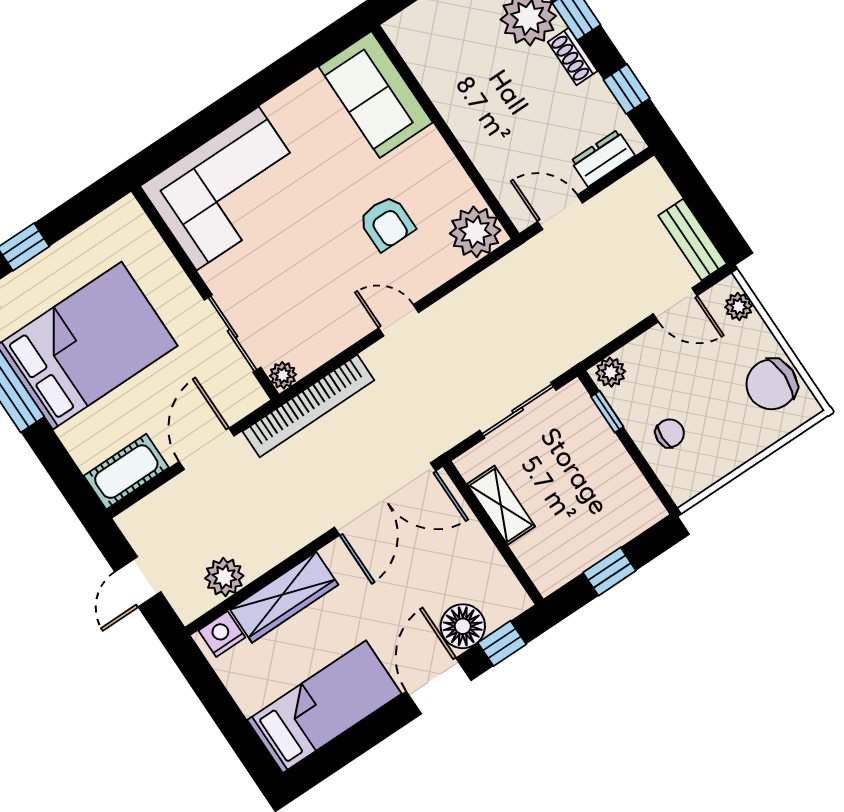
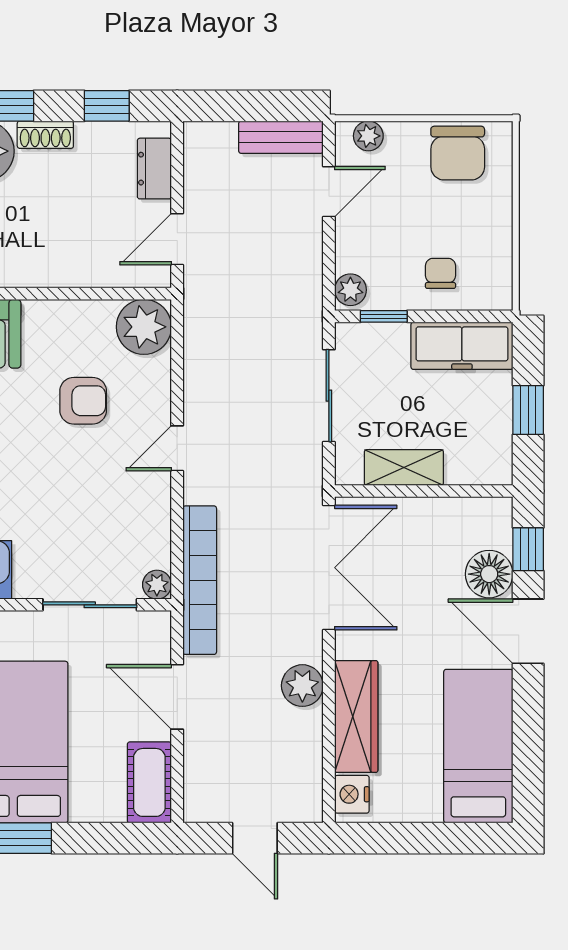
freezer: (625, 487) -> (462, 346), added
plant: (224, 577) -> (302, 686), moved

